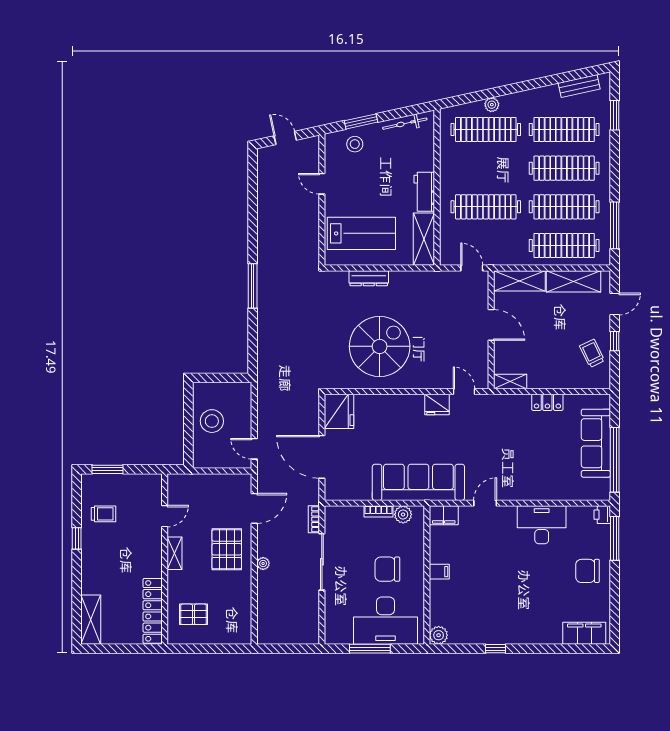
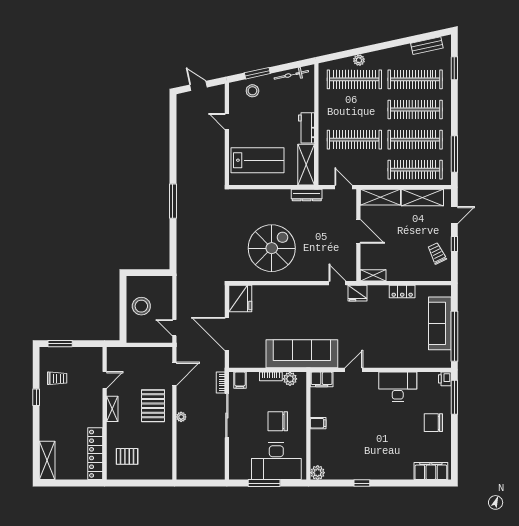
dresser: (369, 278) -> (307, 195), moved
fridge: (437, 404) -> (358, 293), moved
filing cabinet: (339, 516) -> (240, 380), added

